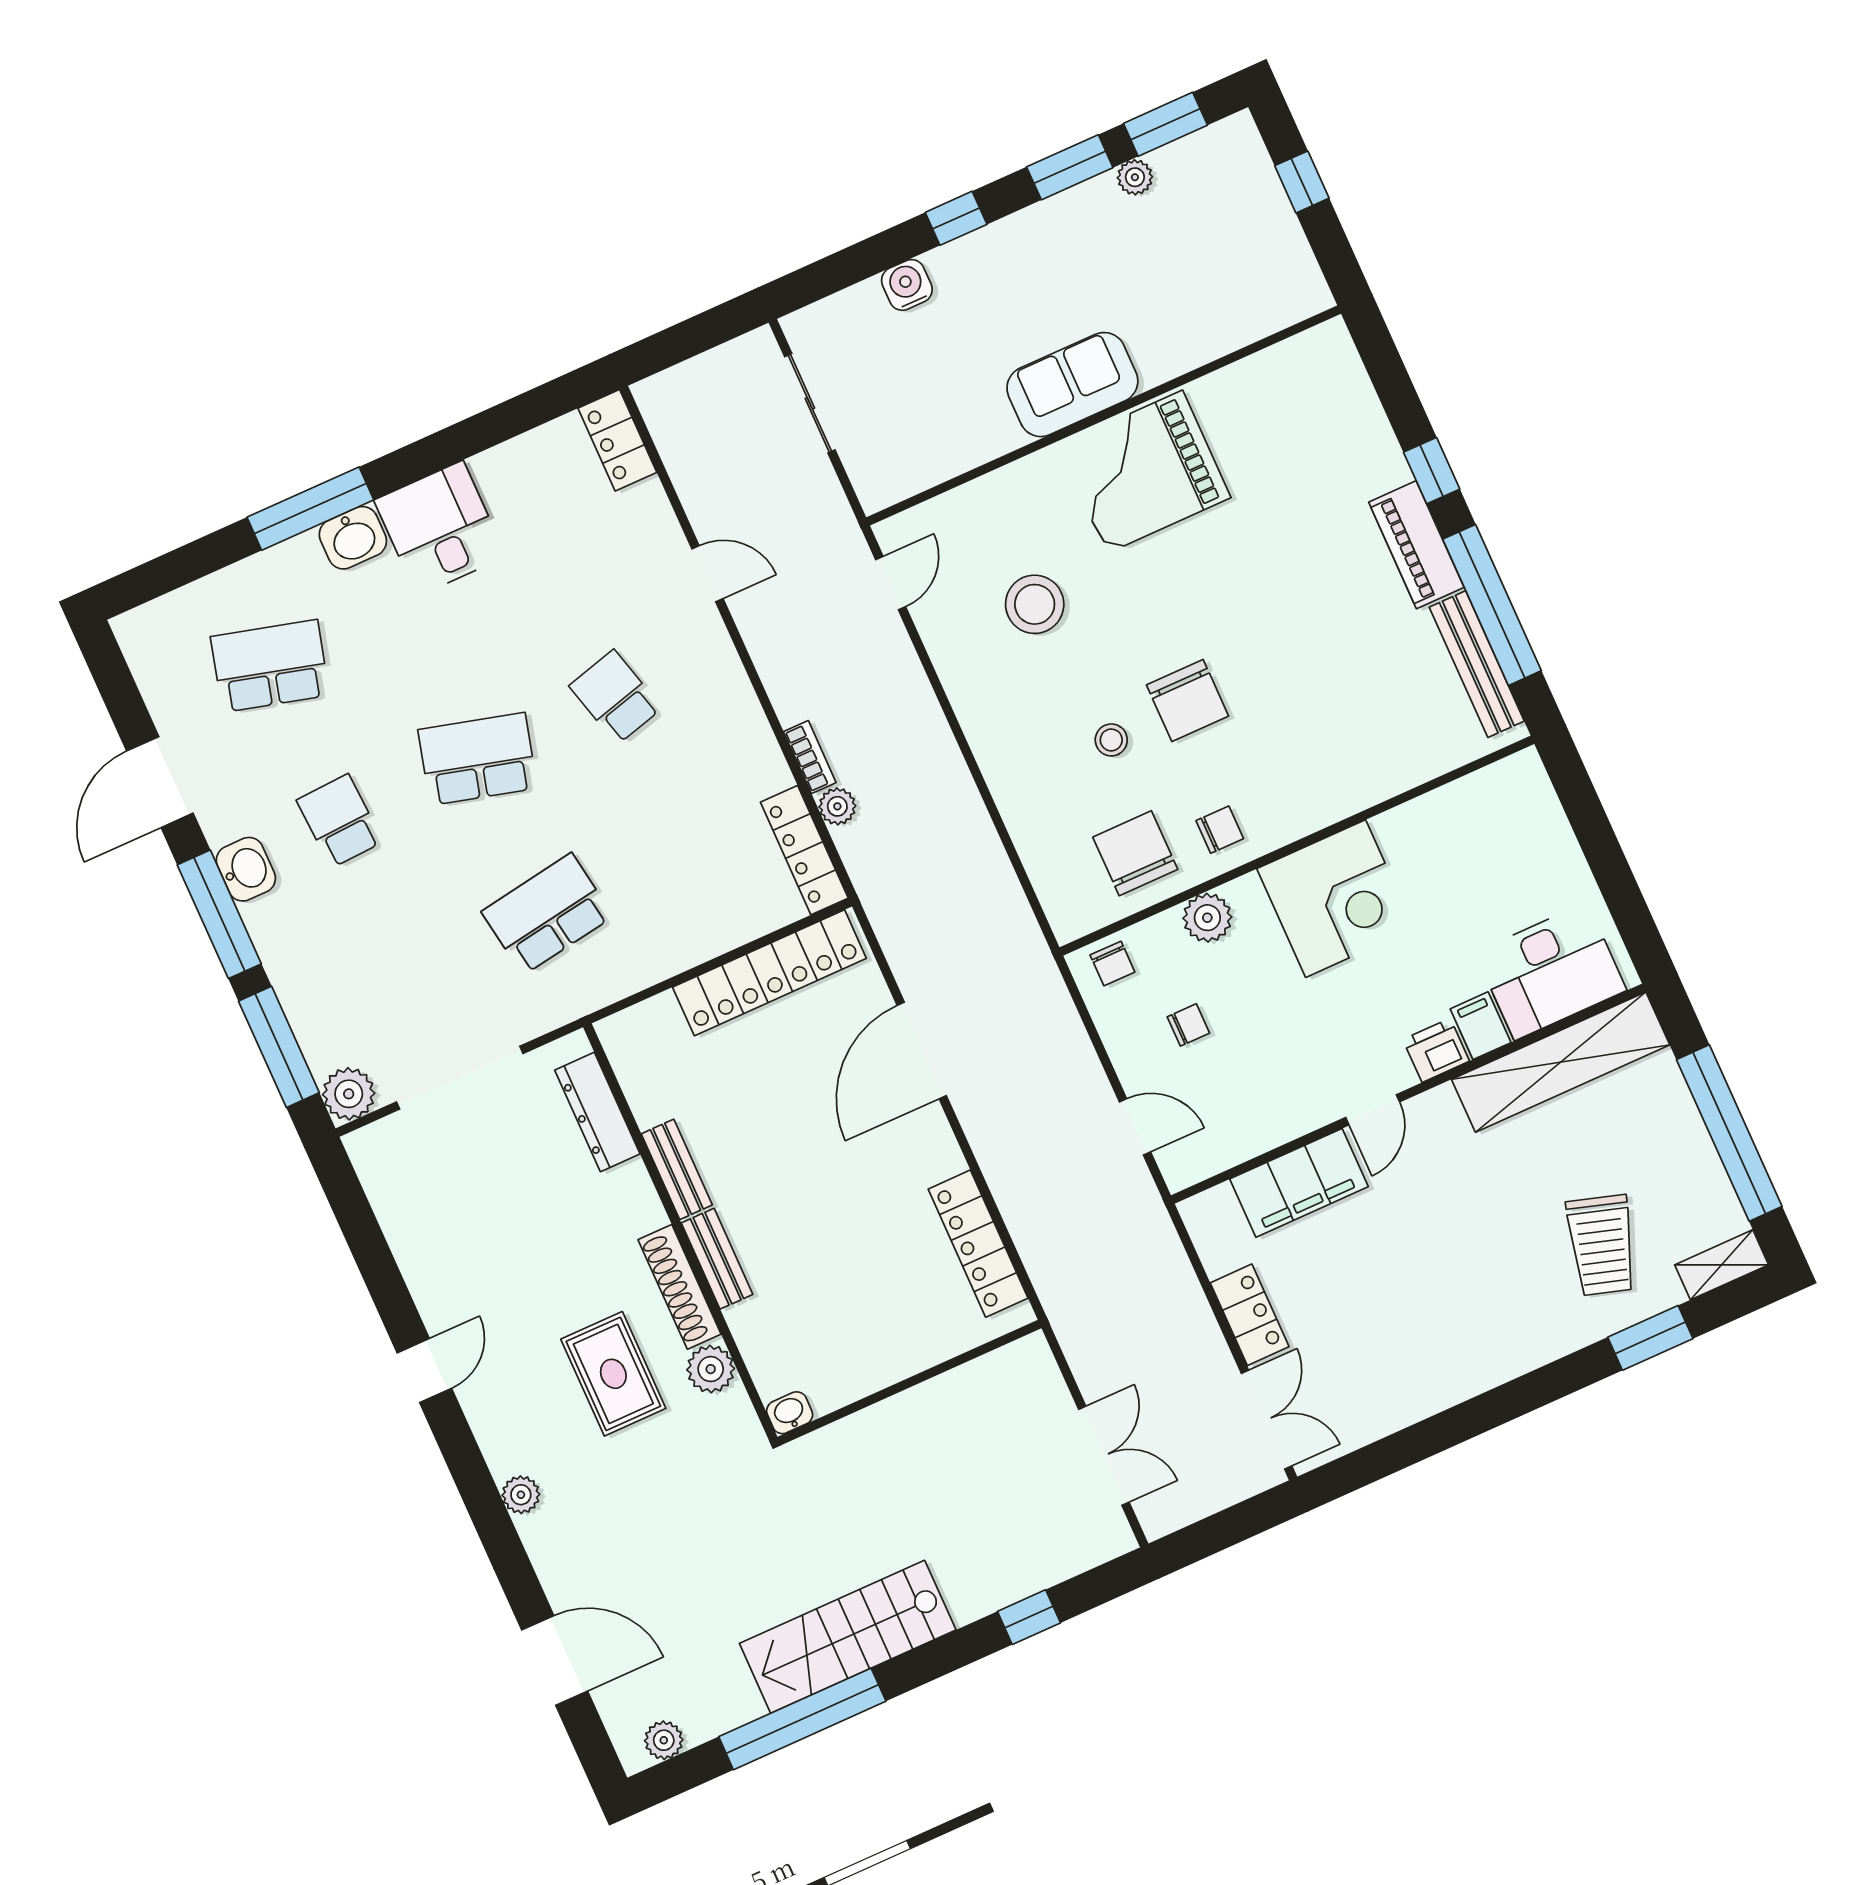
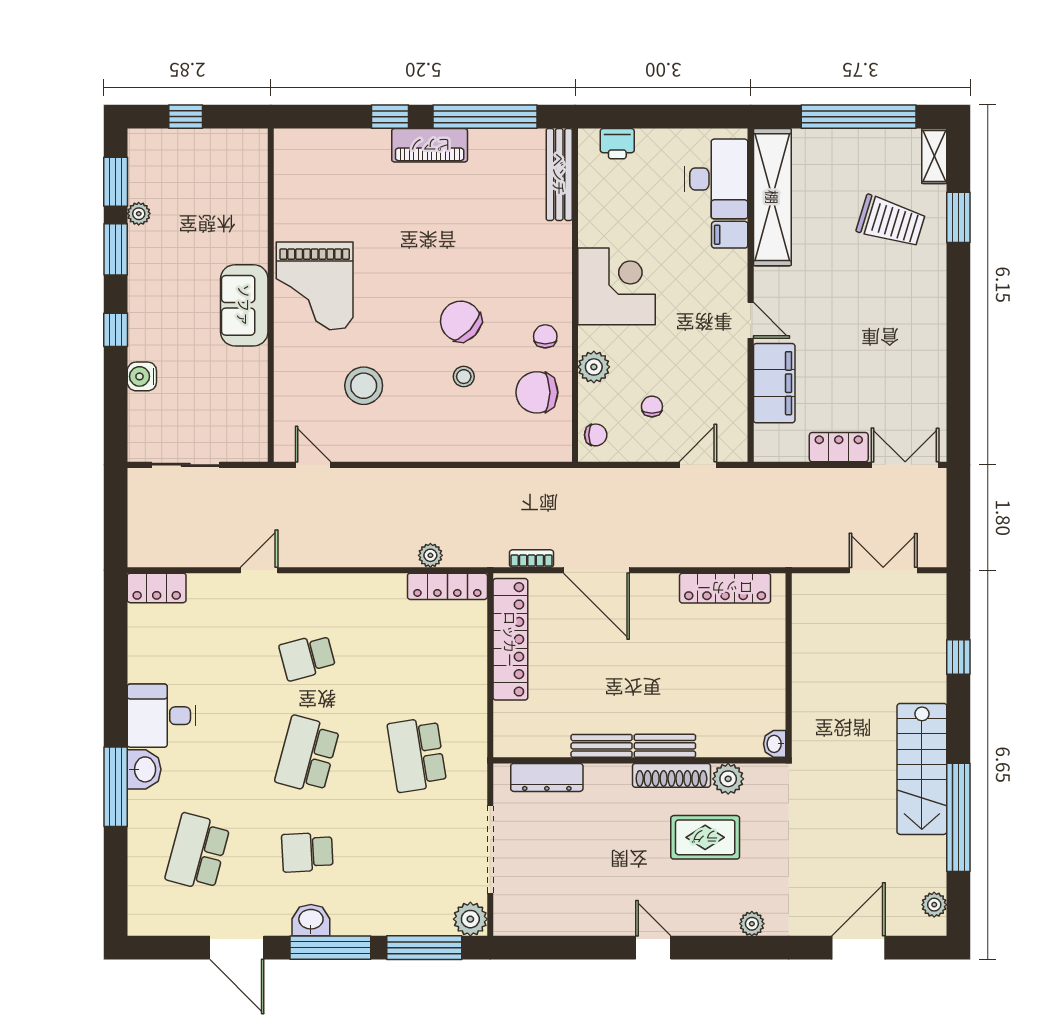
bench: (1477, 664) -> (559, 174), moved, turned 90
chair: (1188, 701) -> (461, 321), turned -137
bookcase: (810, 757) -> (532, 558), moved
printer: (1436, 1050) -> (617, 144), moved, turned -90

